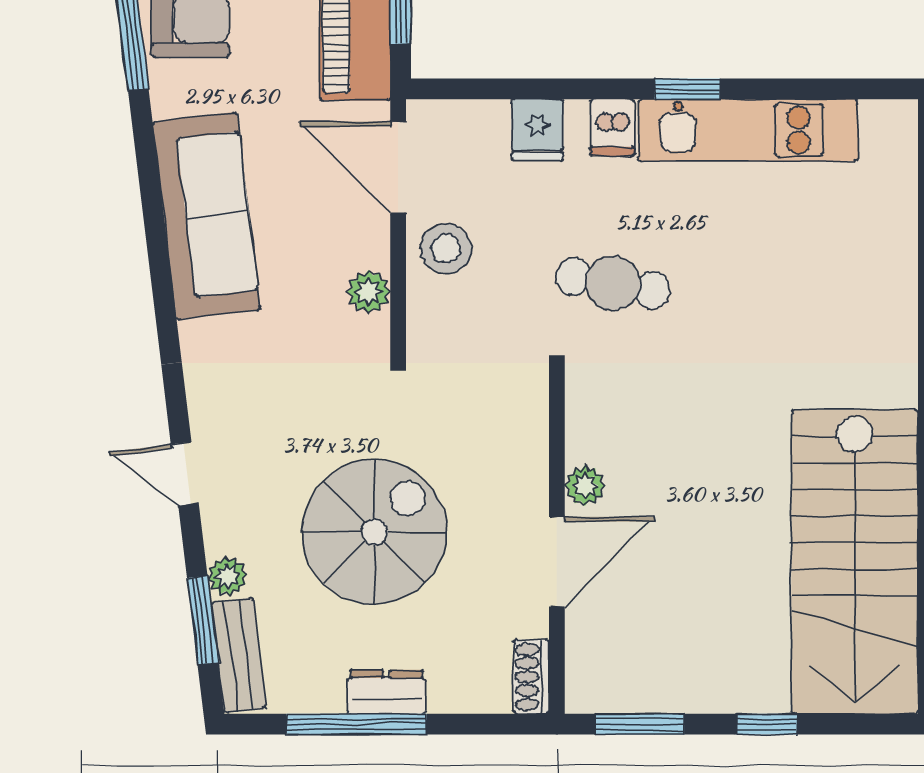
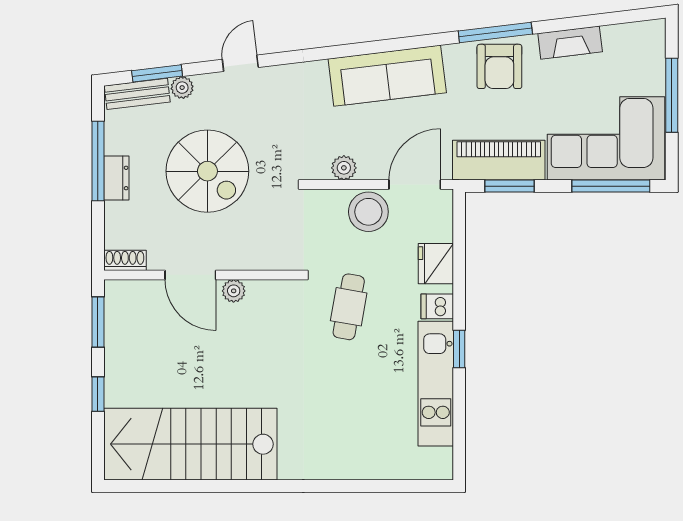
fridge: (537, 130) -> (436, 264), width x1.38
stool: (446, 249) -> (368, 212), width x1.38, depth x1.38

